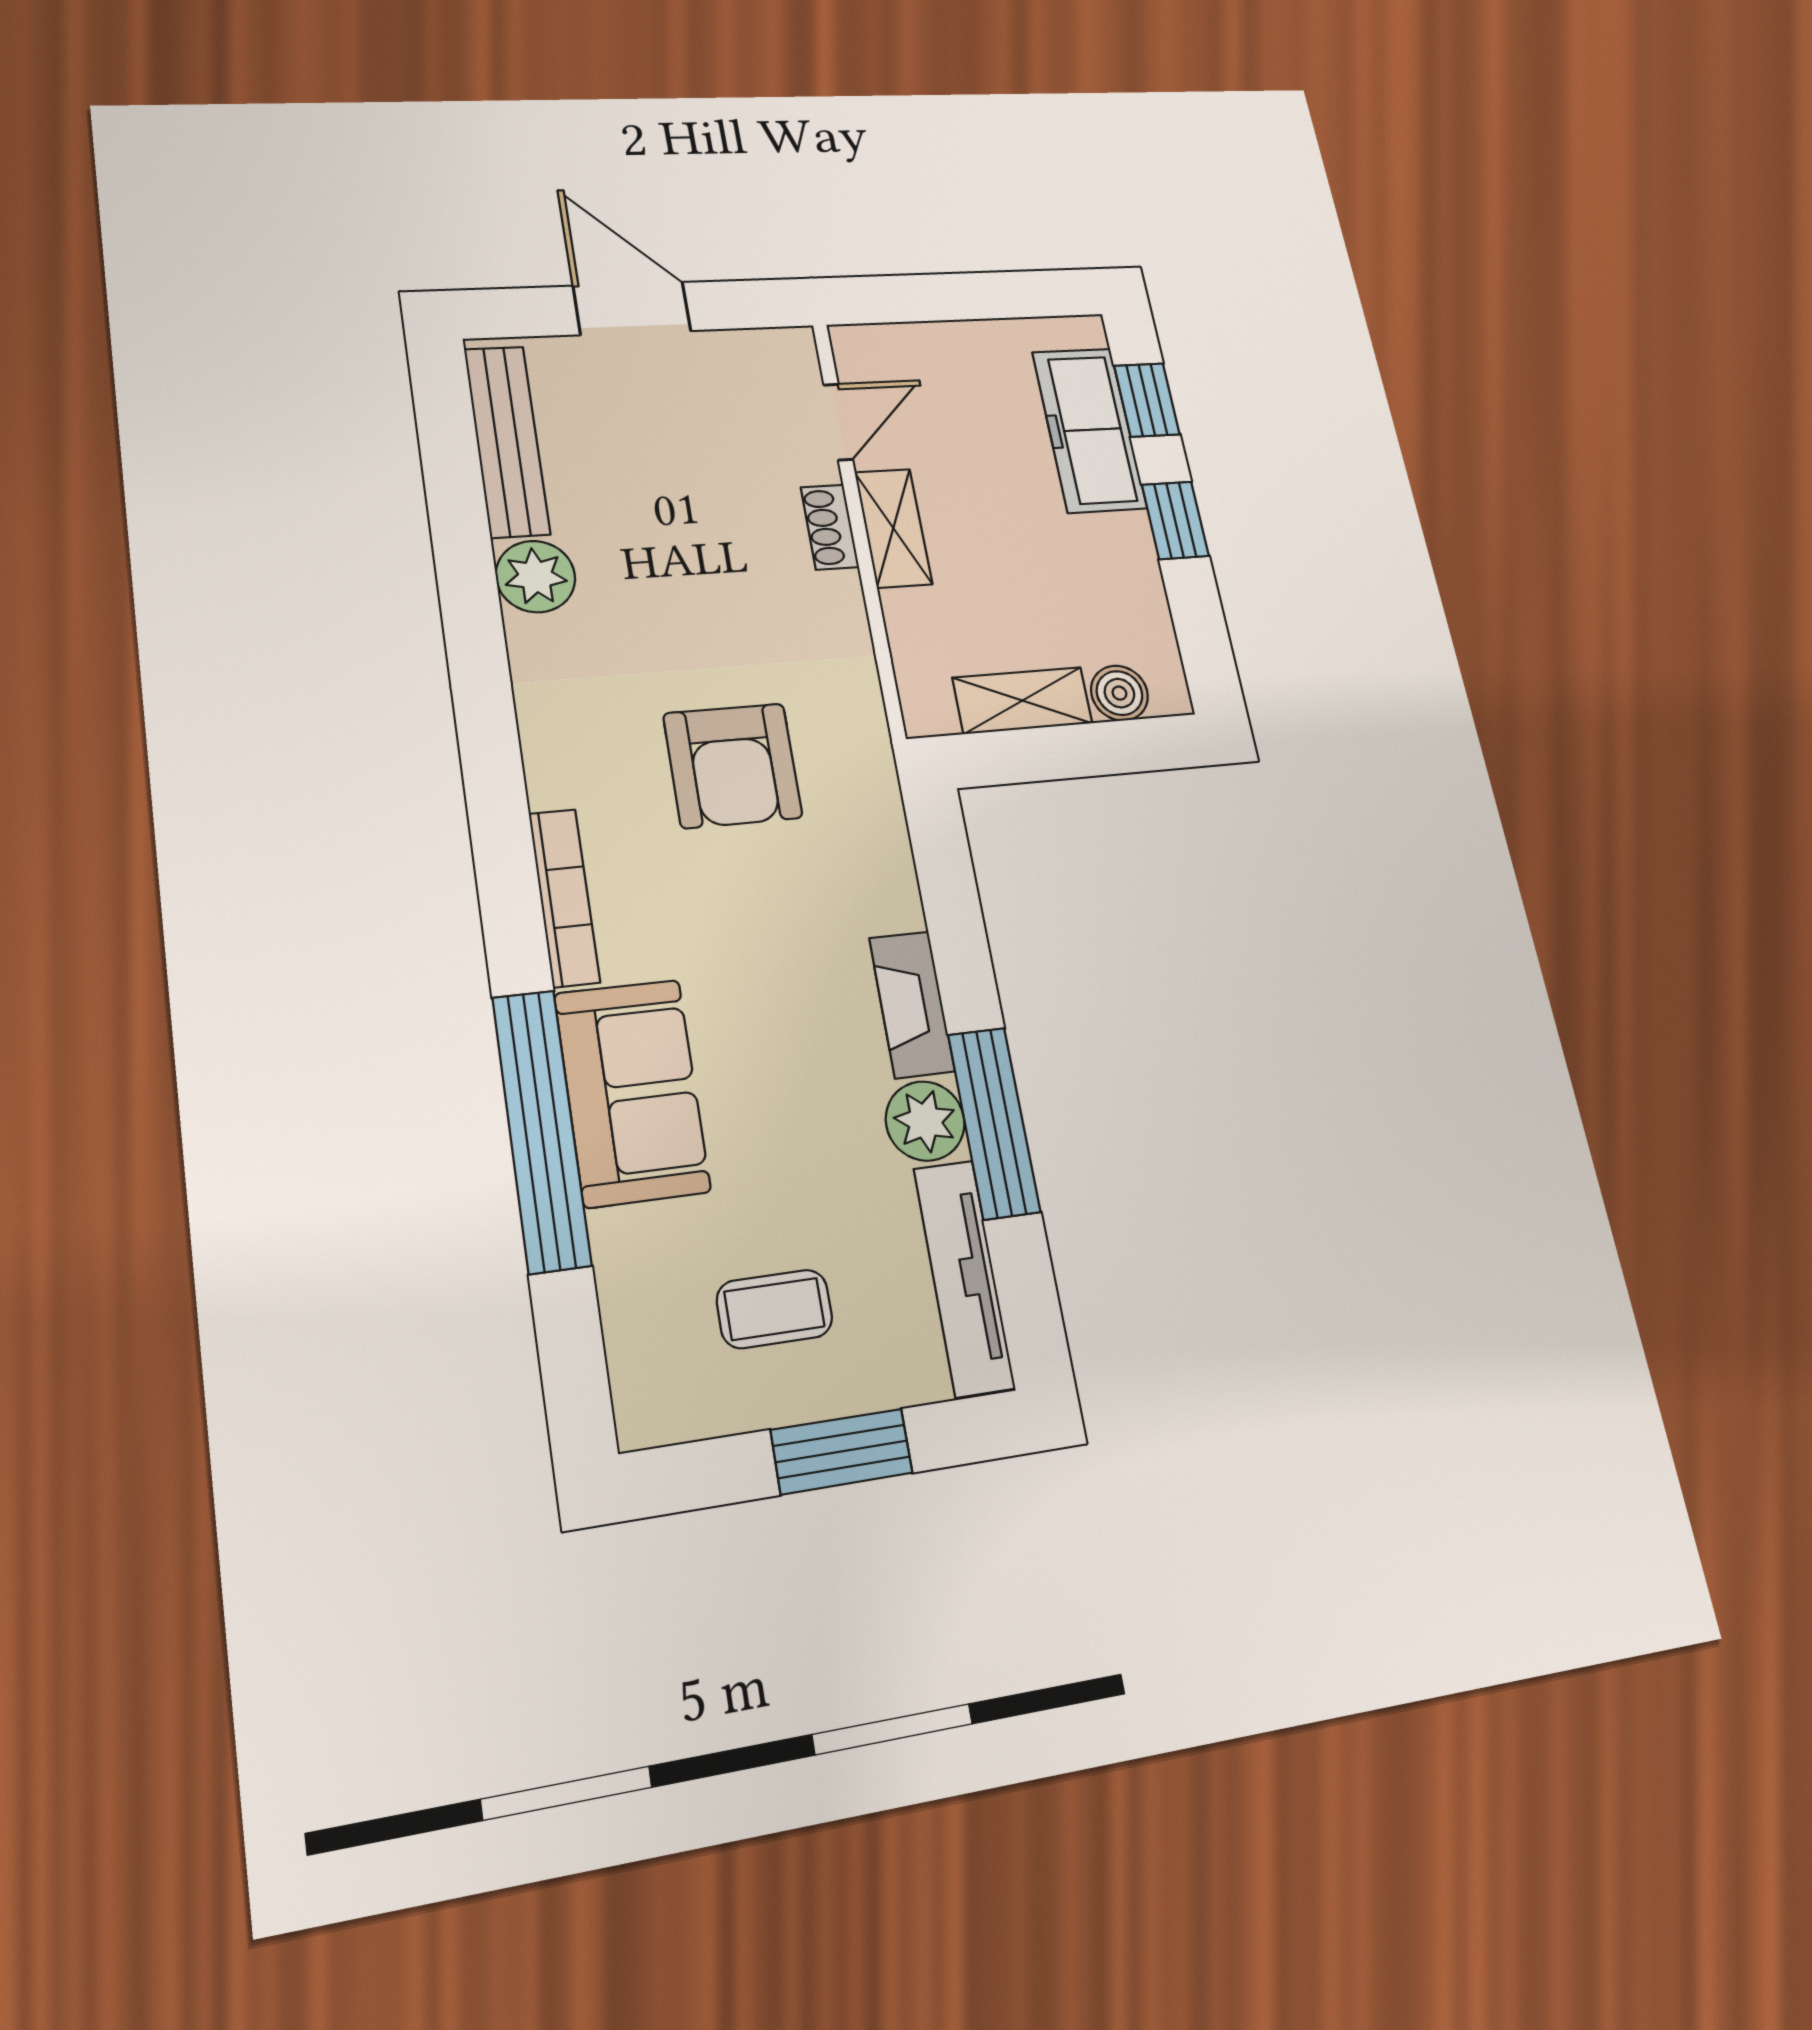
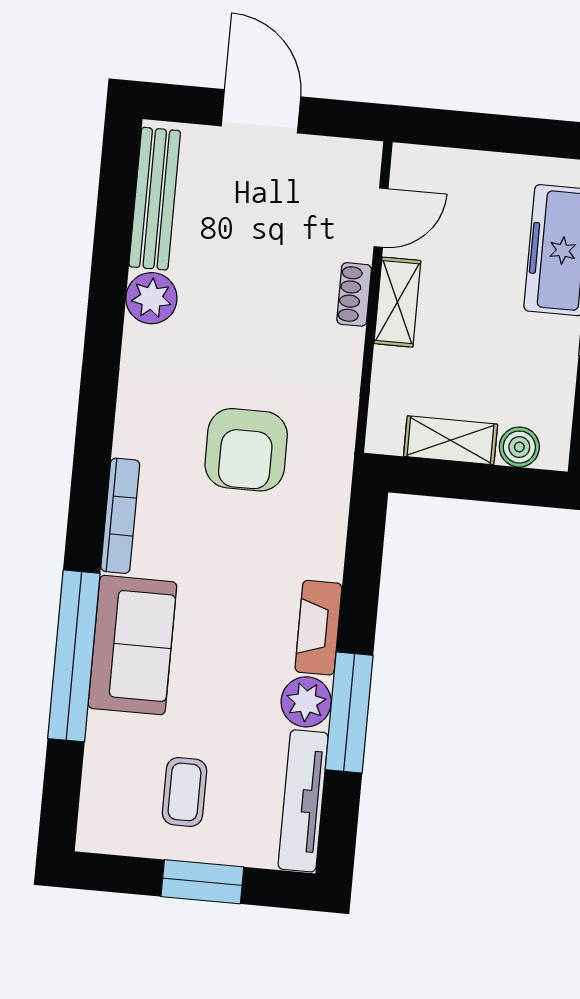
coffee table: (775, 1309) -> (184, 792), turned 90

